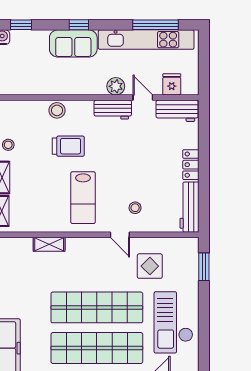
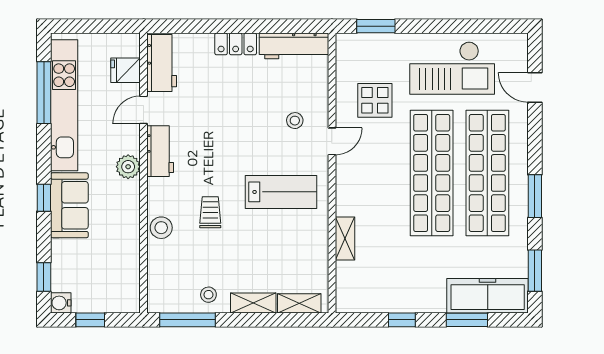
plant: (116, 86) -> (128, 167), moved
trolley: (68, 146) -> (210, 212), width x0.73, depth x0.72

